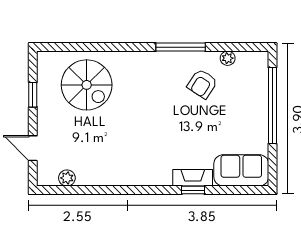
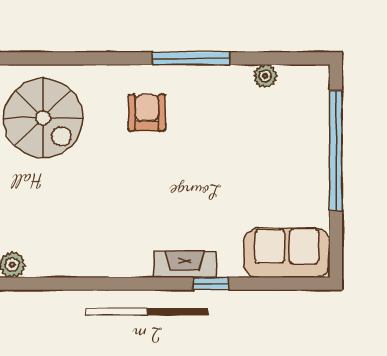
armchair: (202, 84) -> (147, 113), moved, turned 147
fireplace: (193, 178) -> (185, 264), moved

